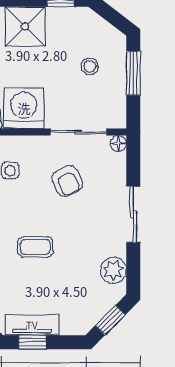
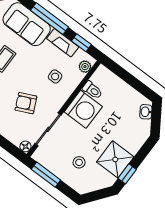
shower: (25, 27) -> (115, 159), moved
window: (133, 73) -> (46, 175), moved

